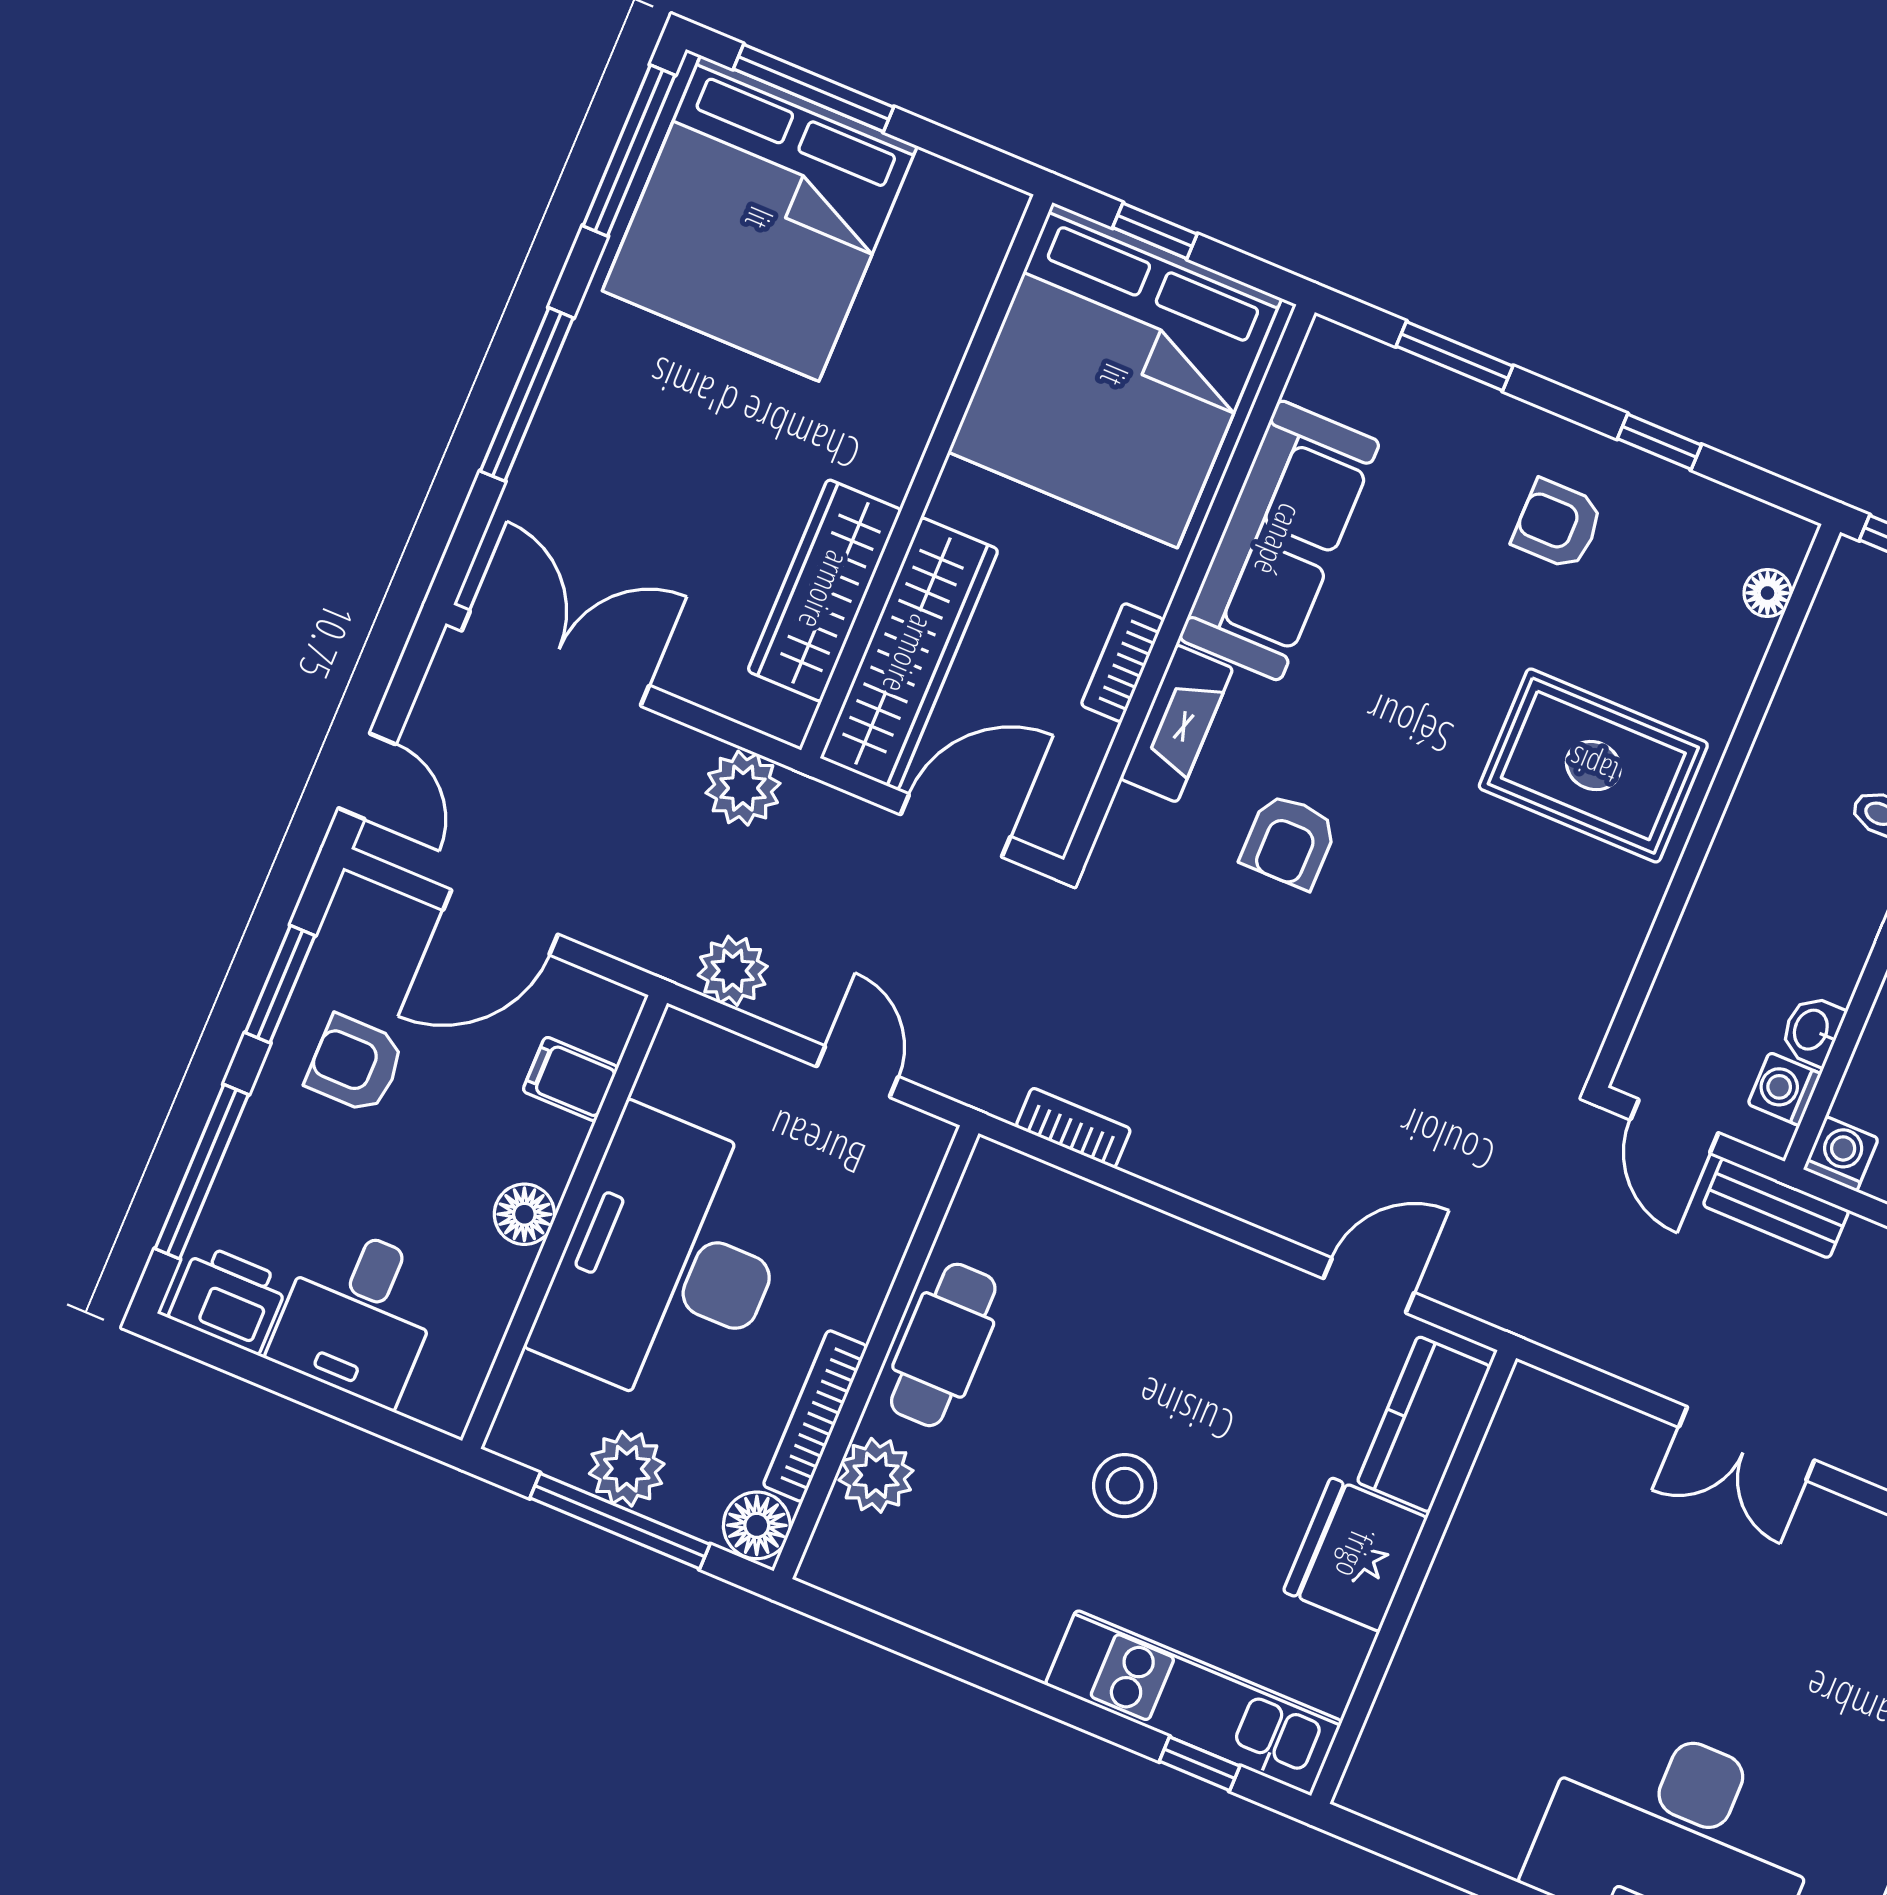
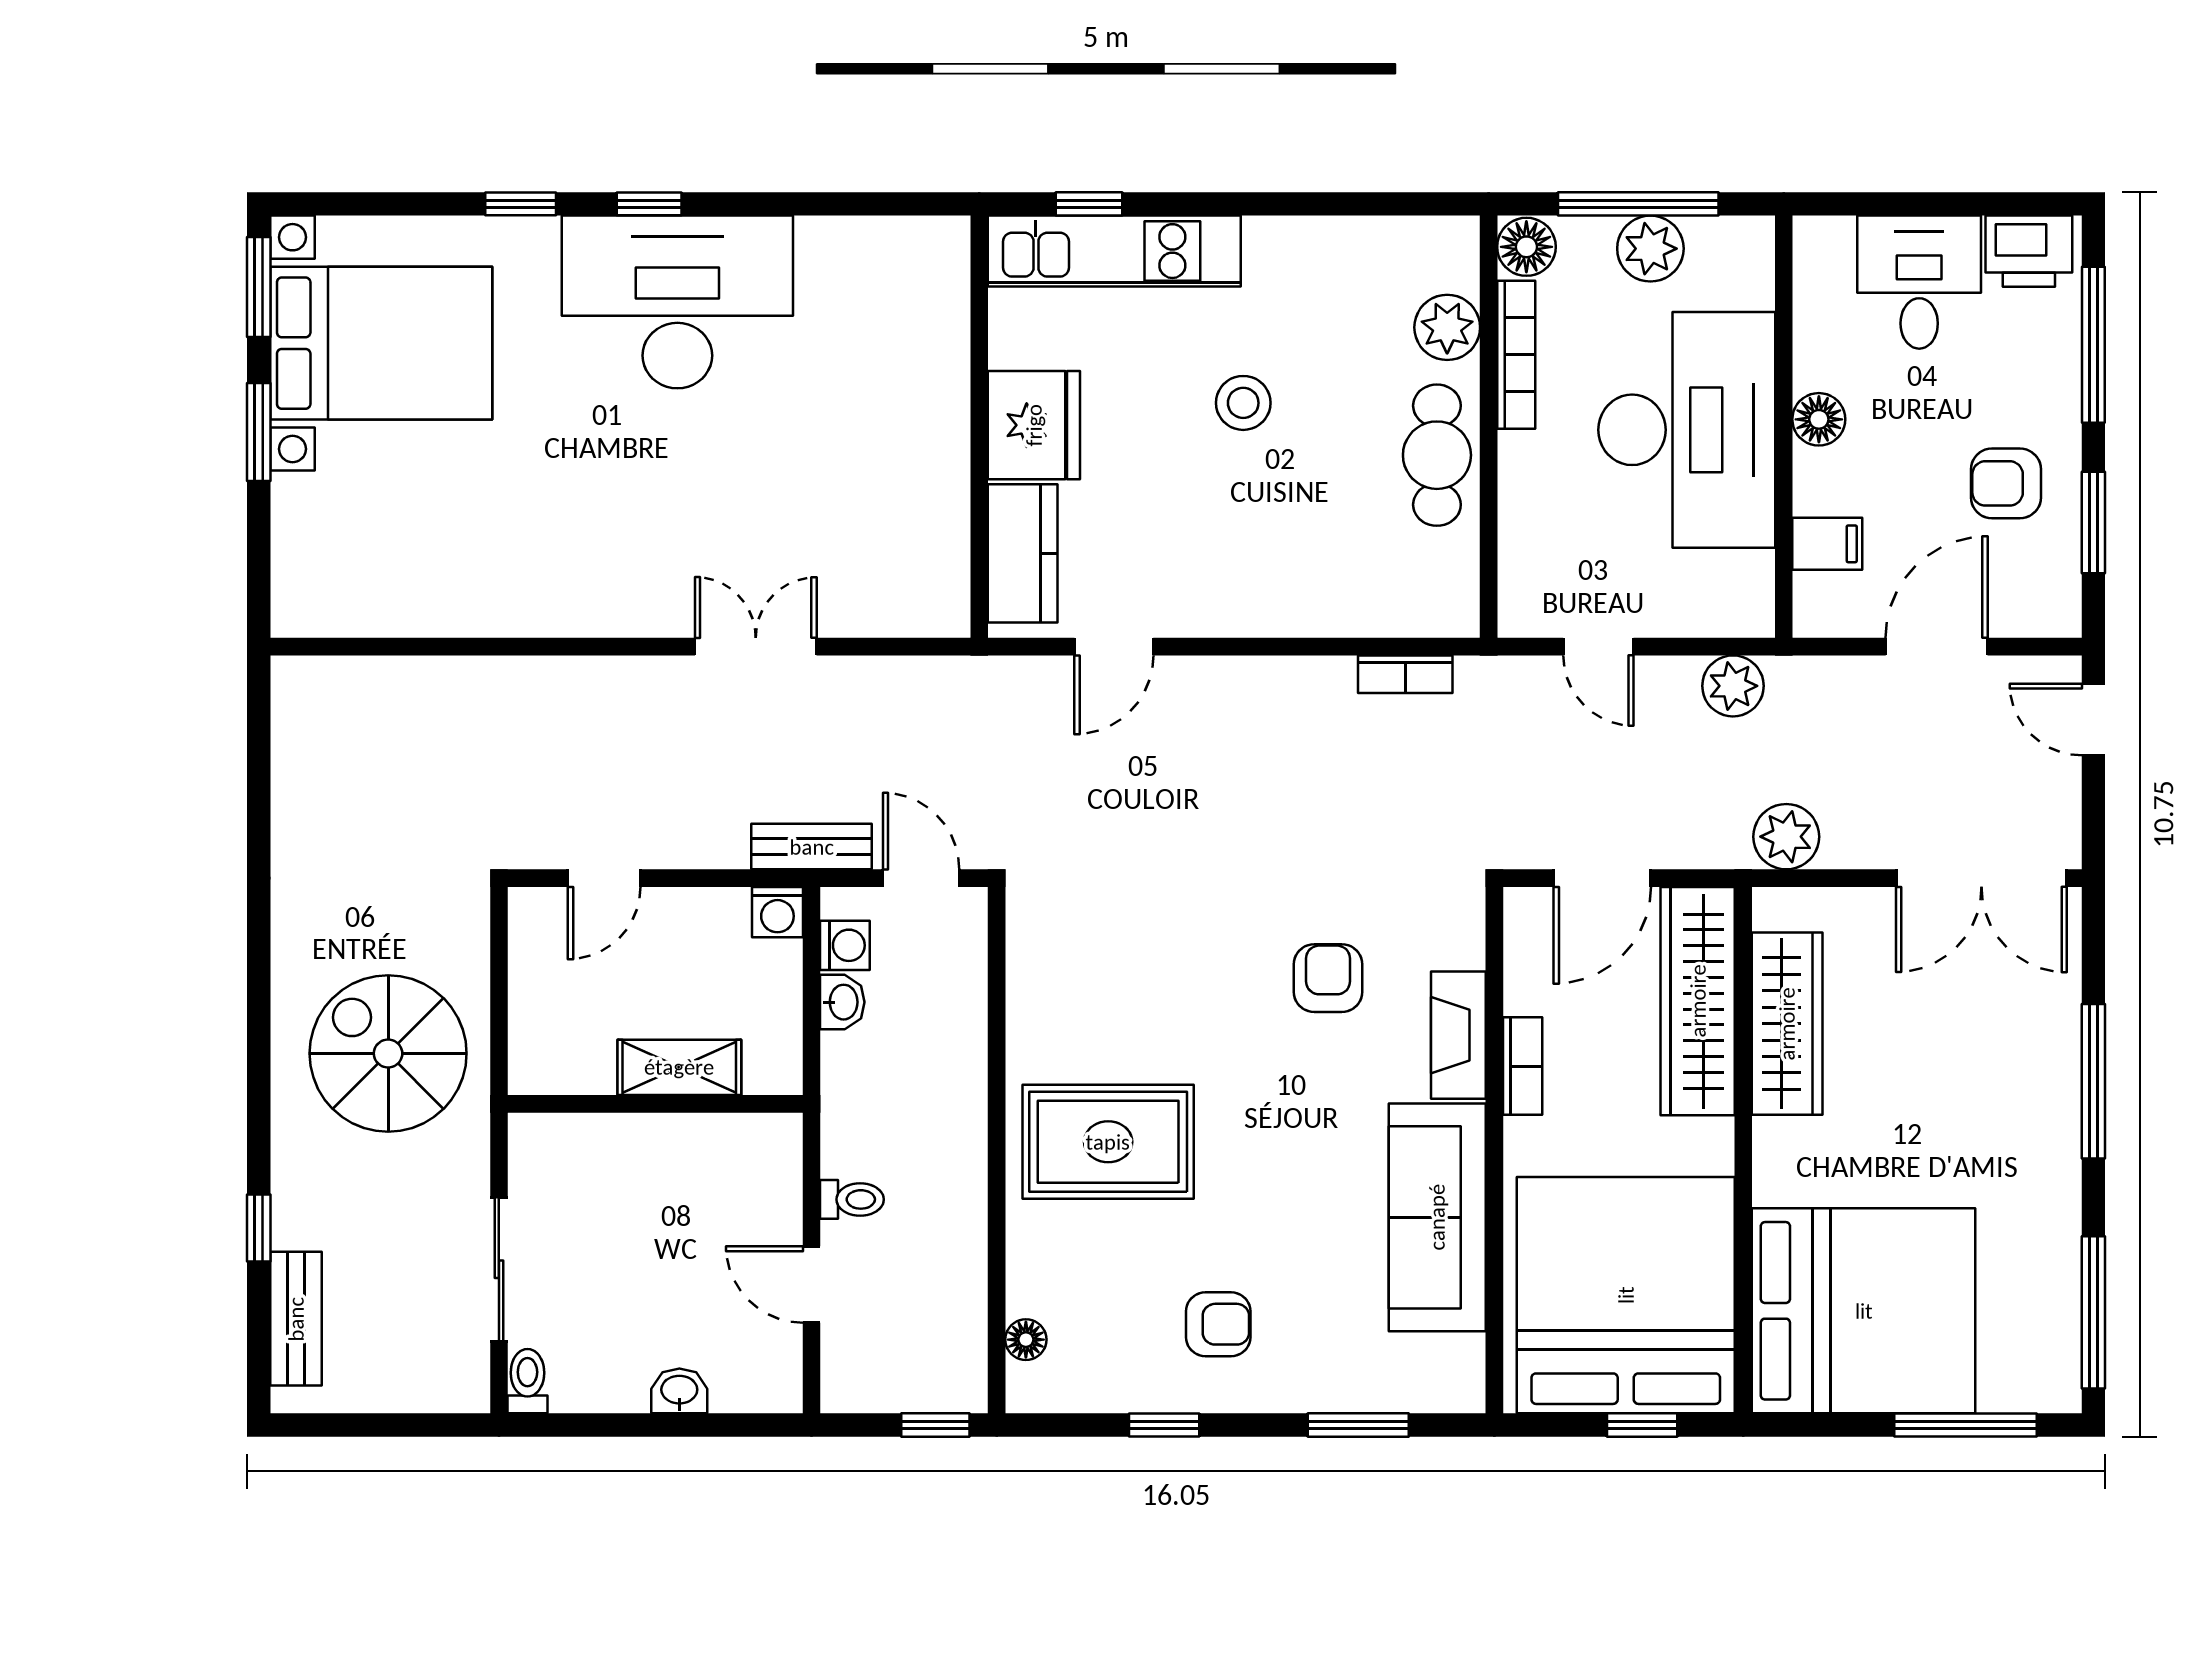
bed: (760, 218) -> (1864, 1311), moved, turned 90
armchair: (355, 1064) -> (2006, 483), turned 180

